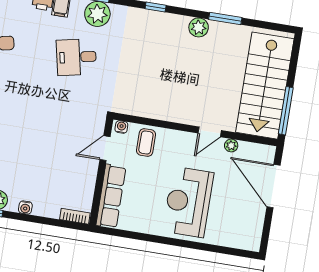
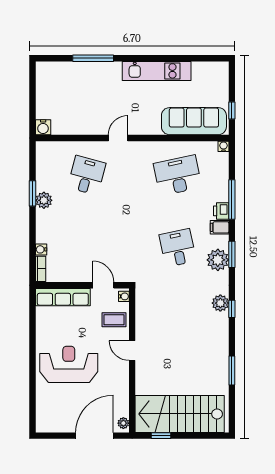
plant: (199, 27) -> (220, 303), moved
window: (286, 111) -> (161, 436), width x0.46
door: (210, 132) -> (132, 351), moved
plant: (231, 146) -> (123, 423), moved
water cooler: (25, 207) -> (41, 249), moved

